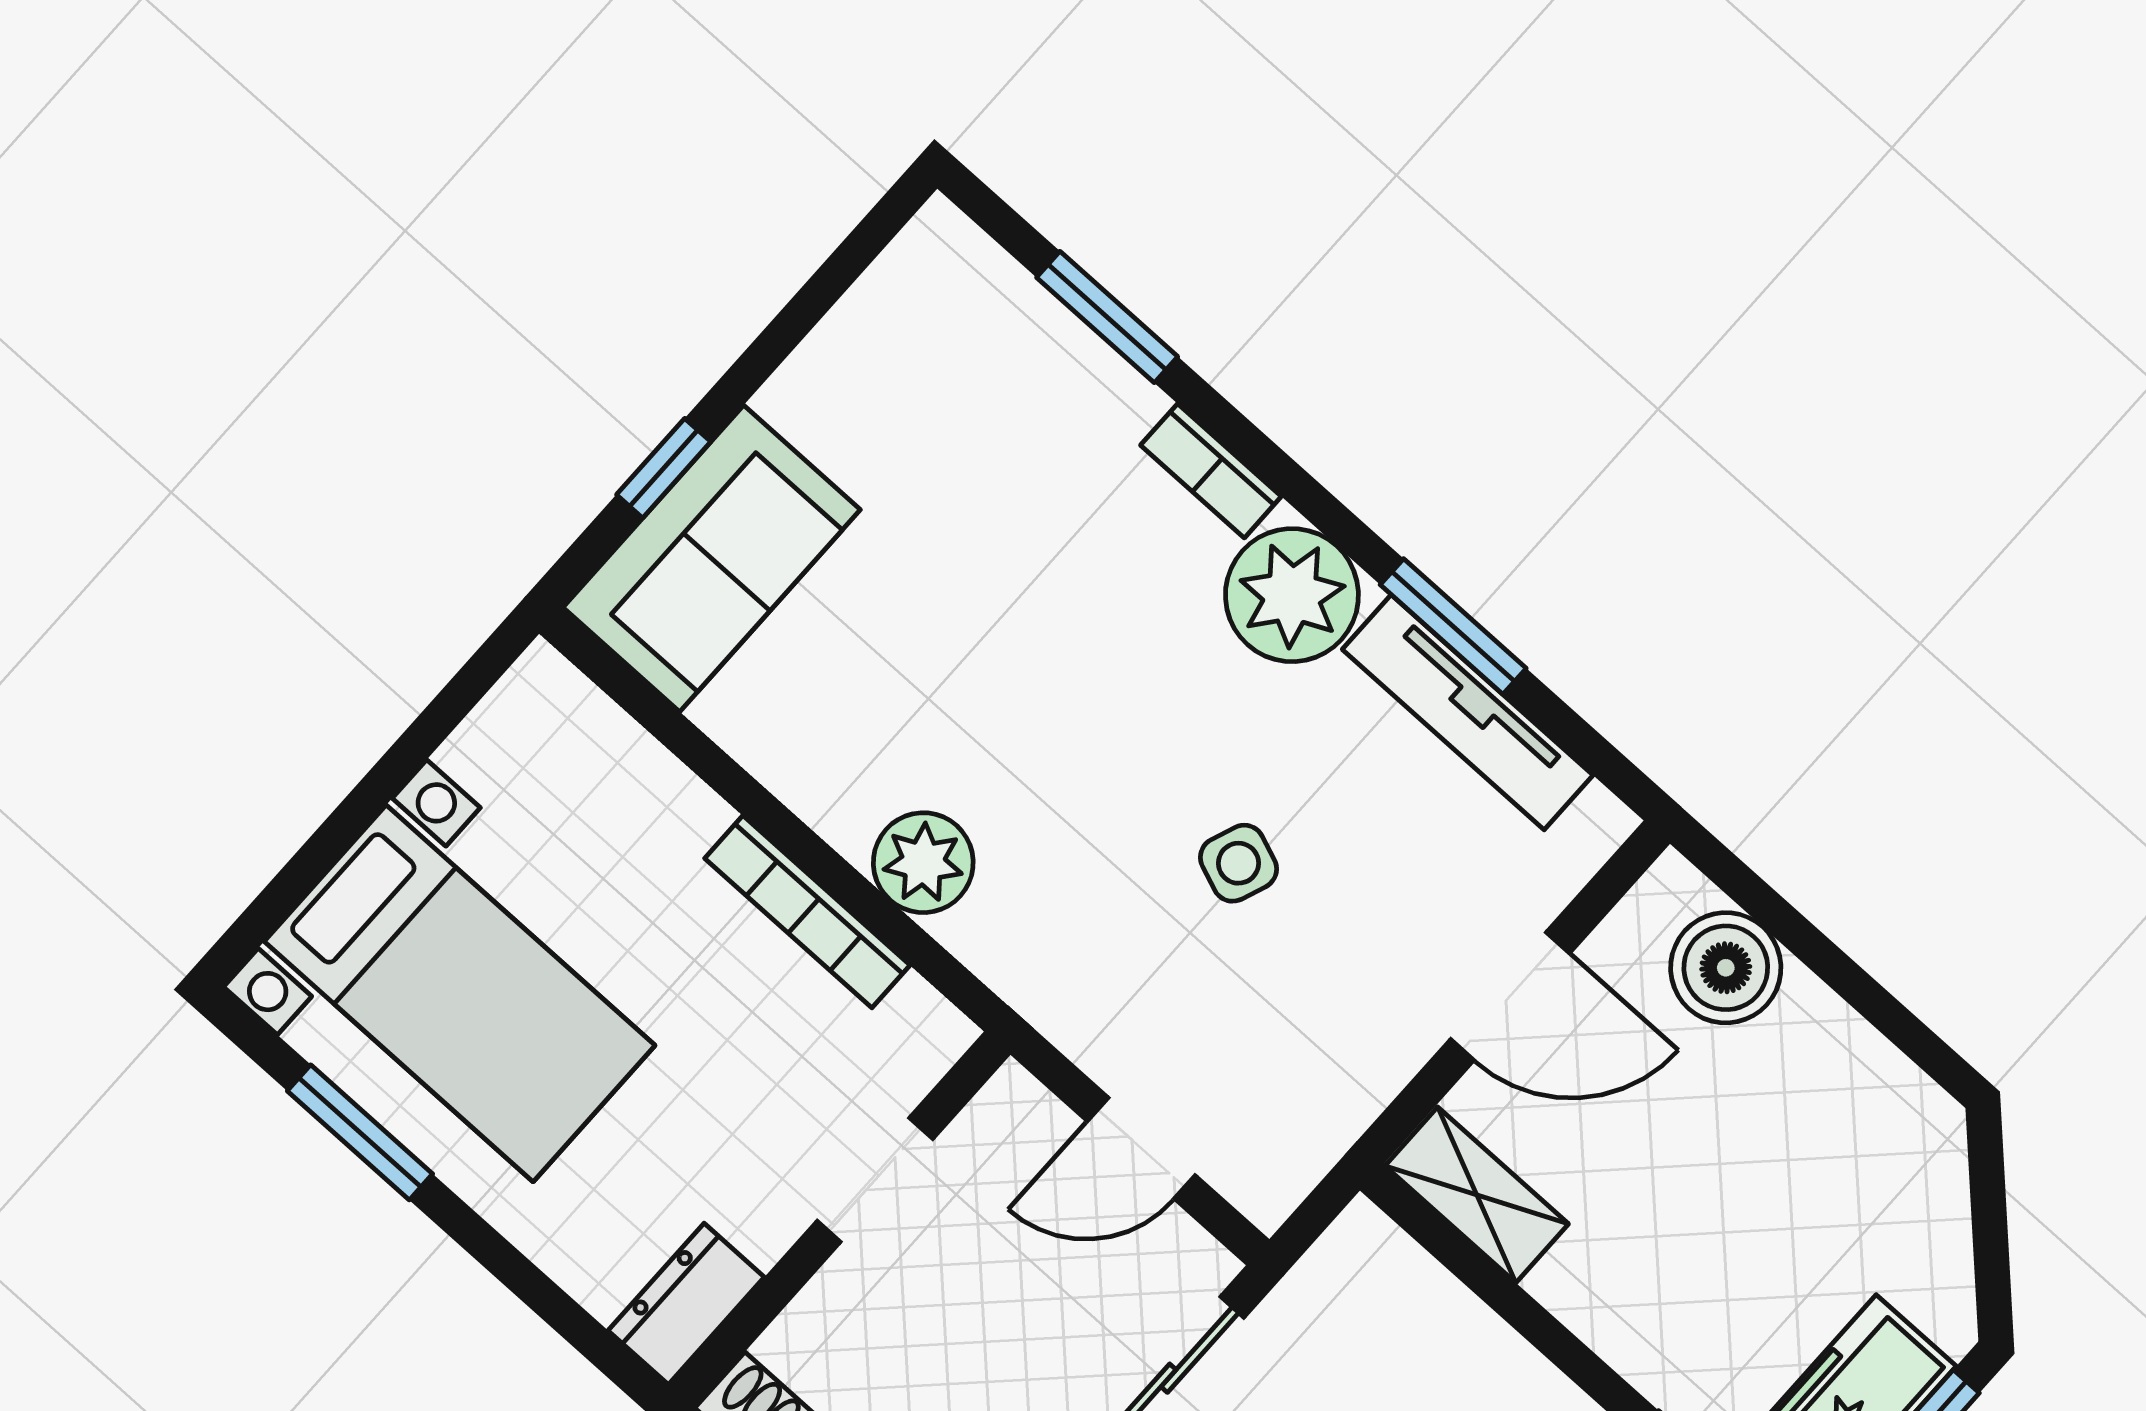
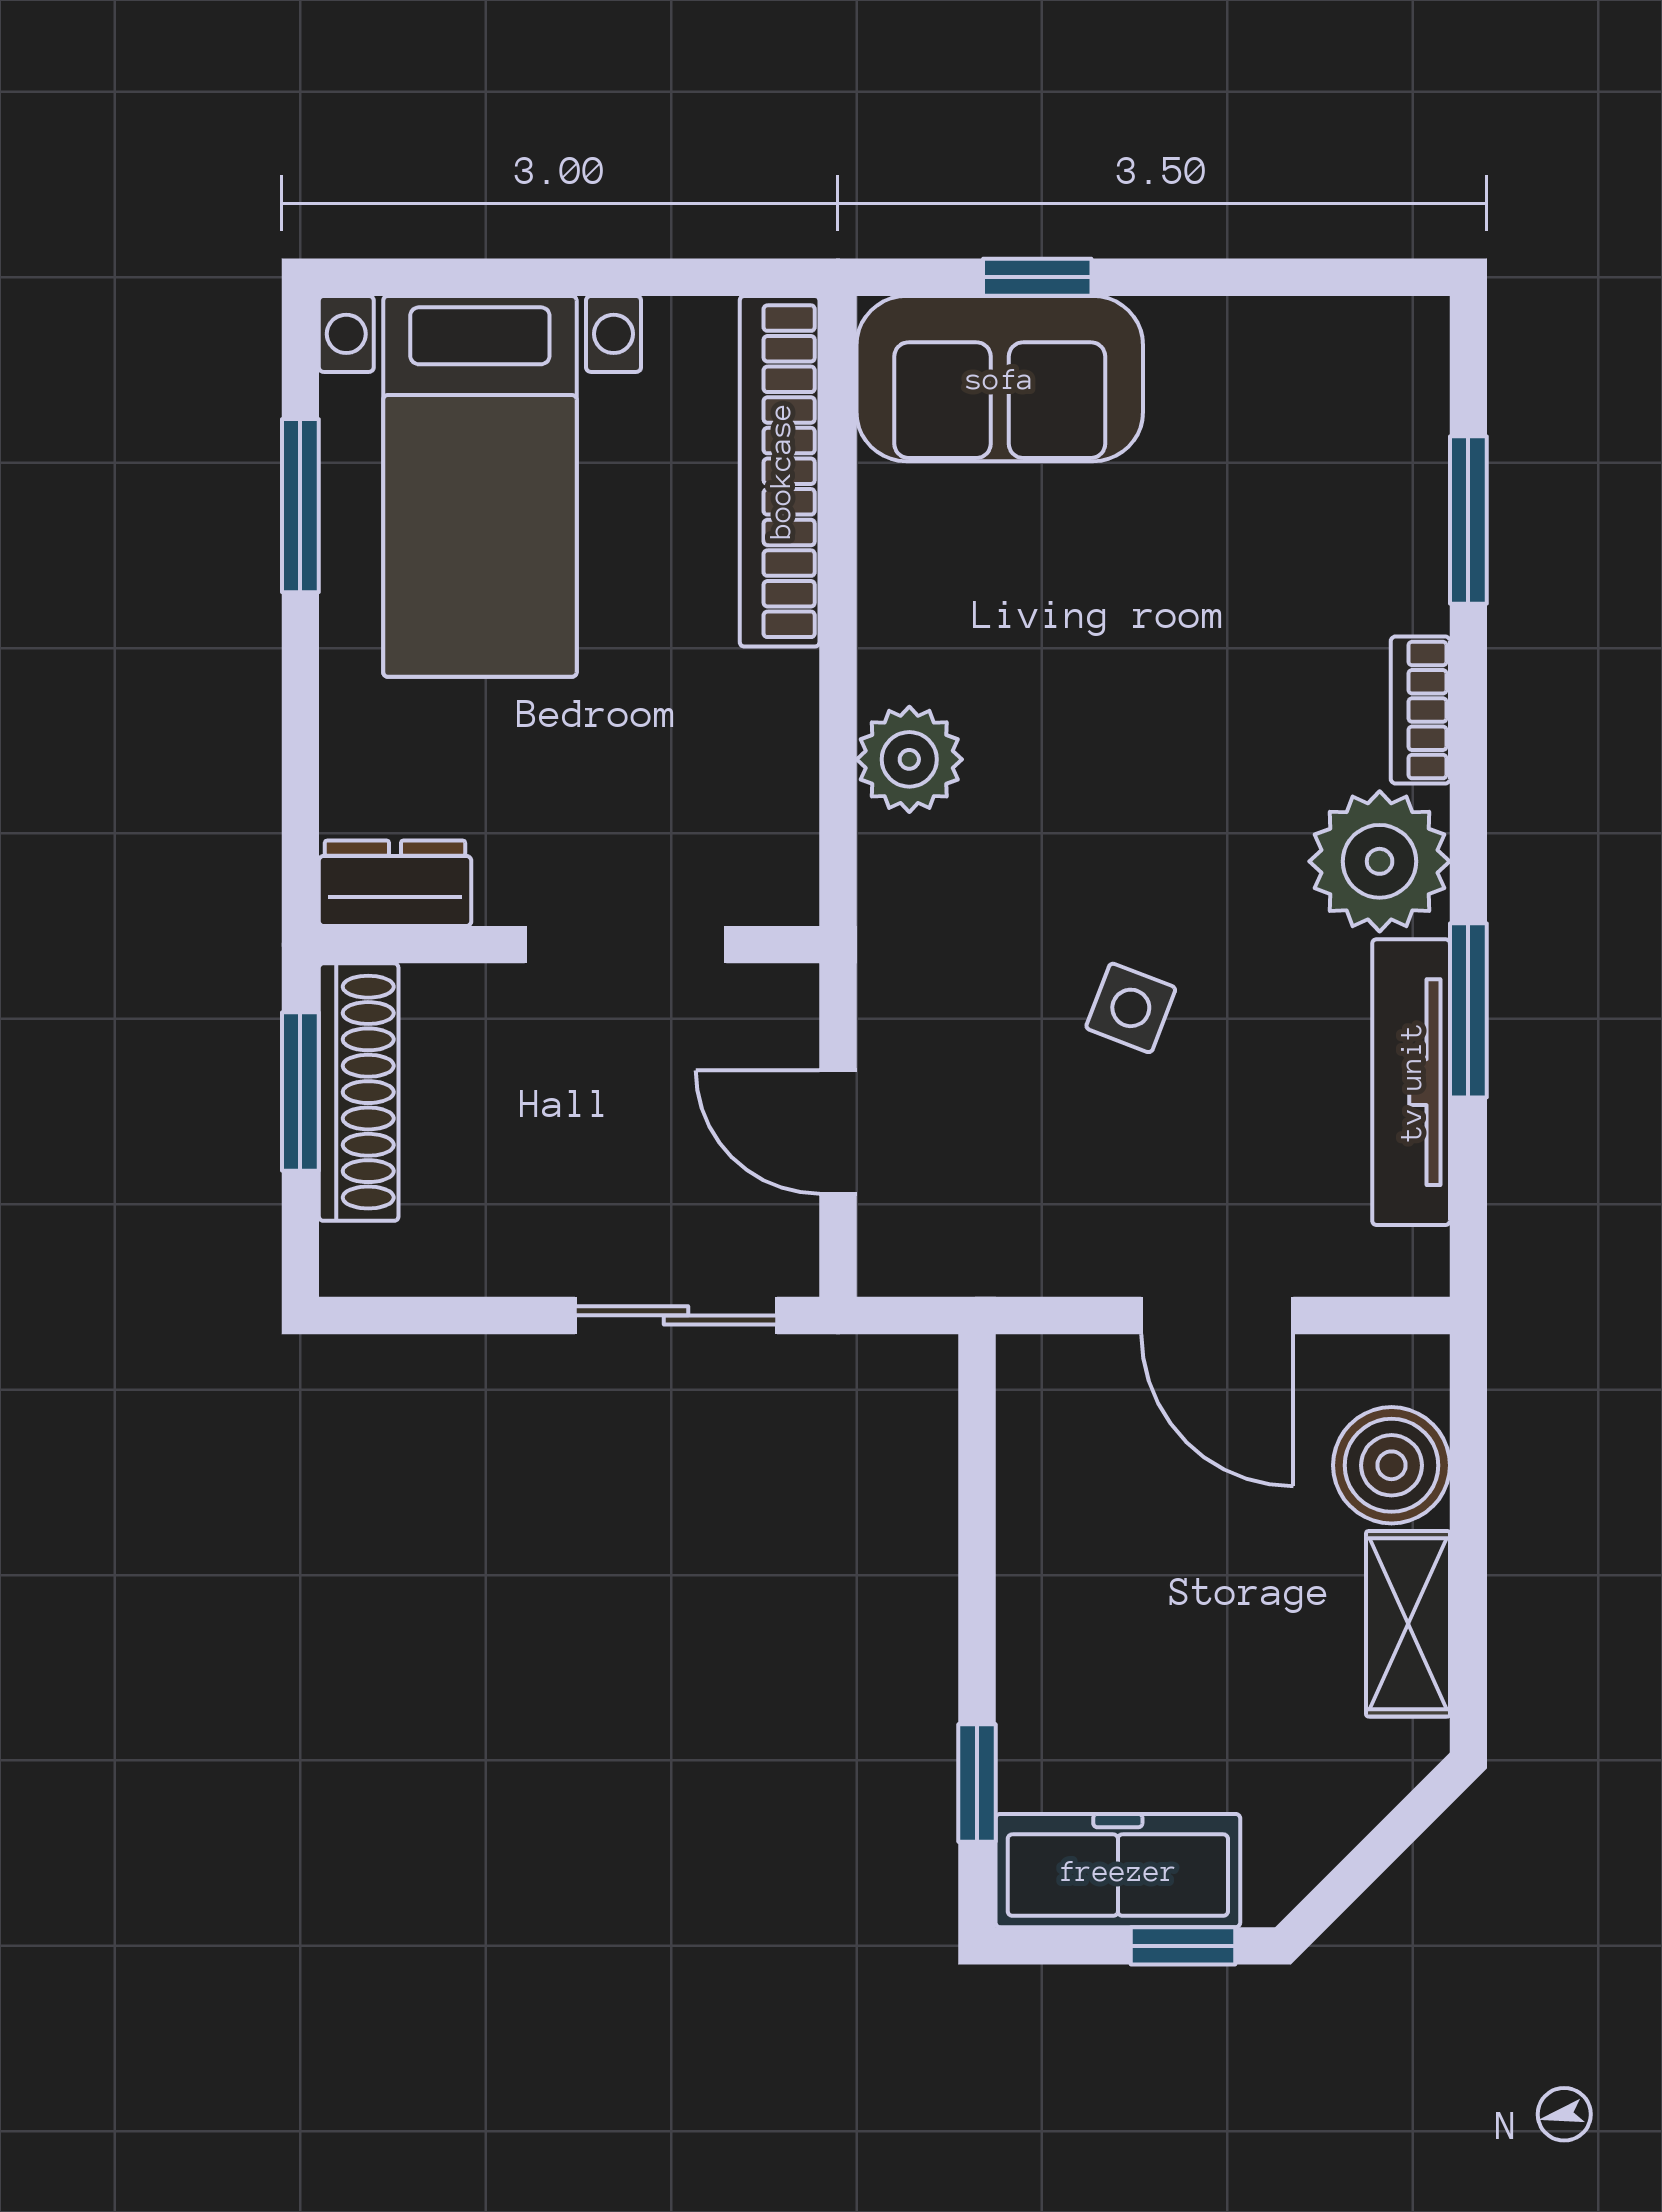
bookcase: (807, 912) -> (780, 471), moved, width x1.48, depth x1.31
doorway: (875, 1180) -> (626, 945), width x1.38
shelving: (1477, 1195) -> (1408, 1624), moved

